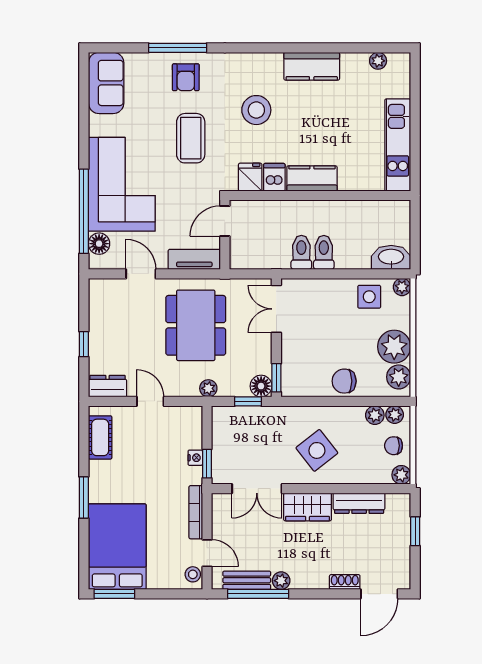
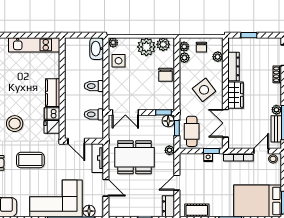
toilet: (301, 252) -> (94, 114), moved
door: (141, 274) -> (106, 188), swing flipped
cafe table: (242, 428) -> (192, 131), added
plant: (401, 475) -> (218, 57), moved
double door: (257, 489) -> (225, 123), swing flipped

